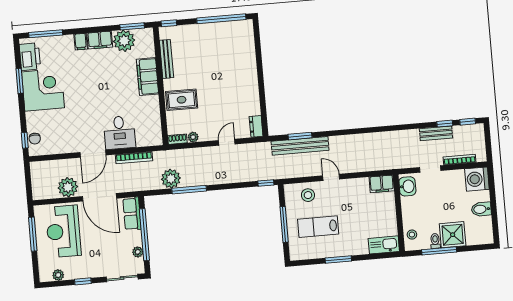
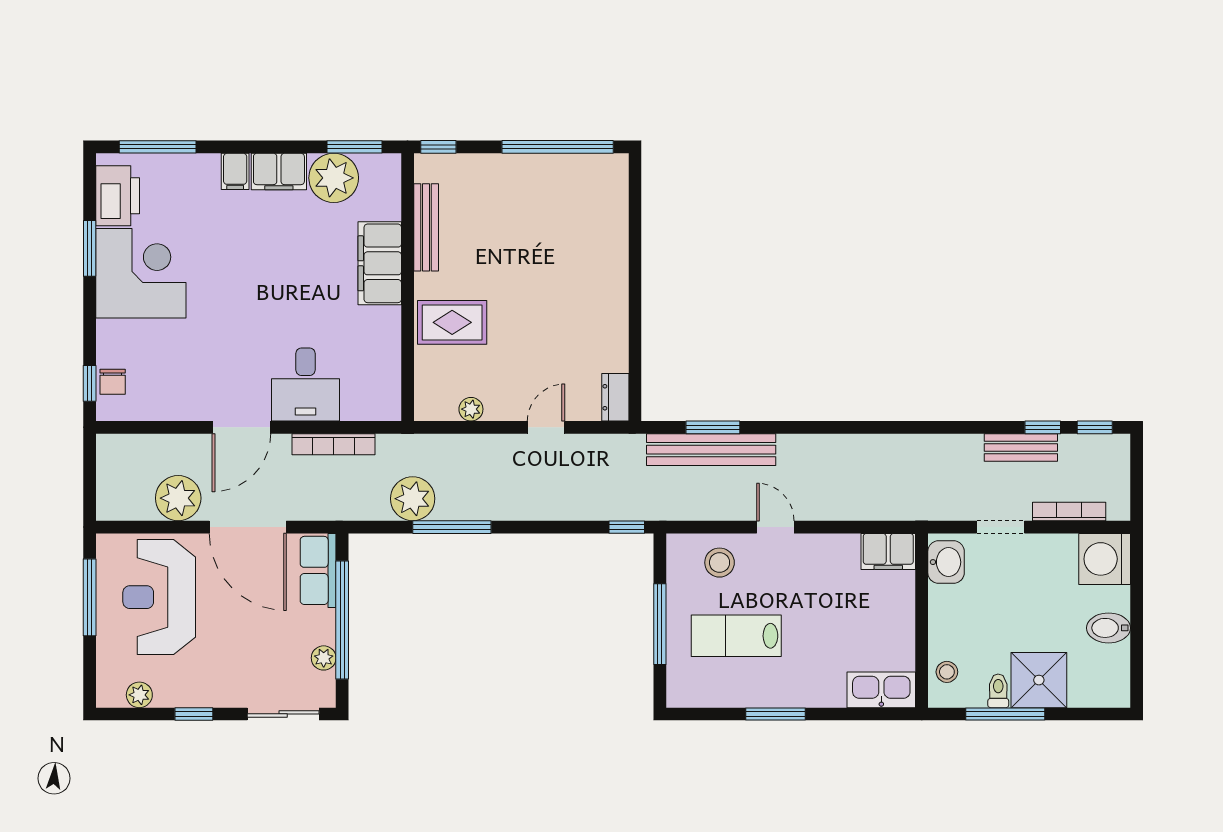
shoe rack: (177, 139) -> (435, 411), removed

